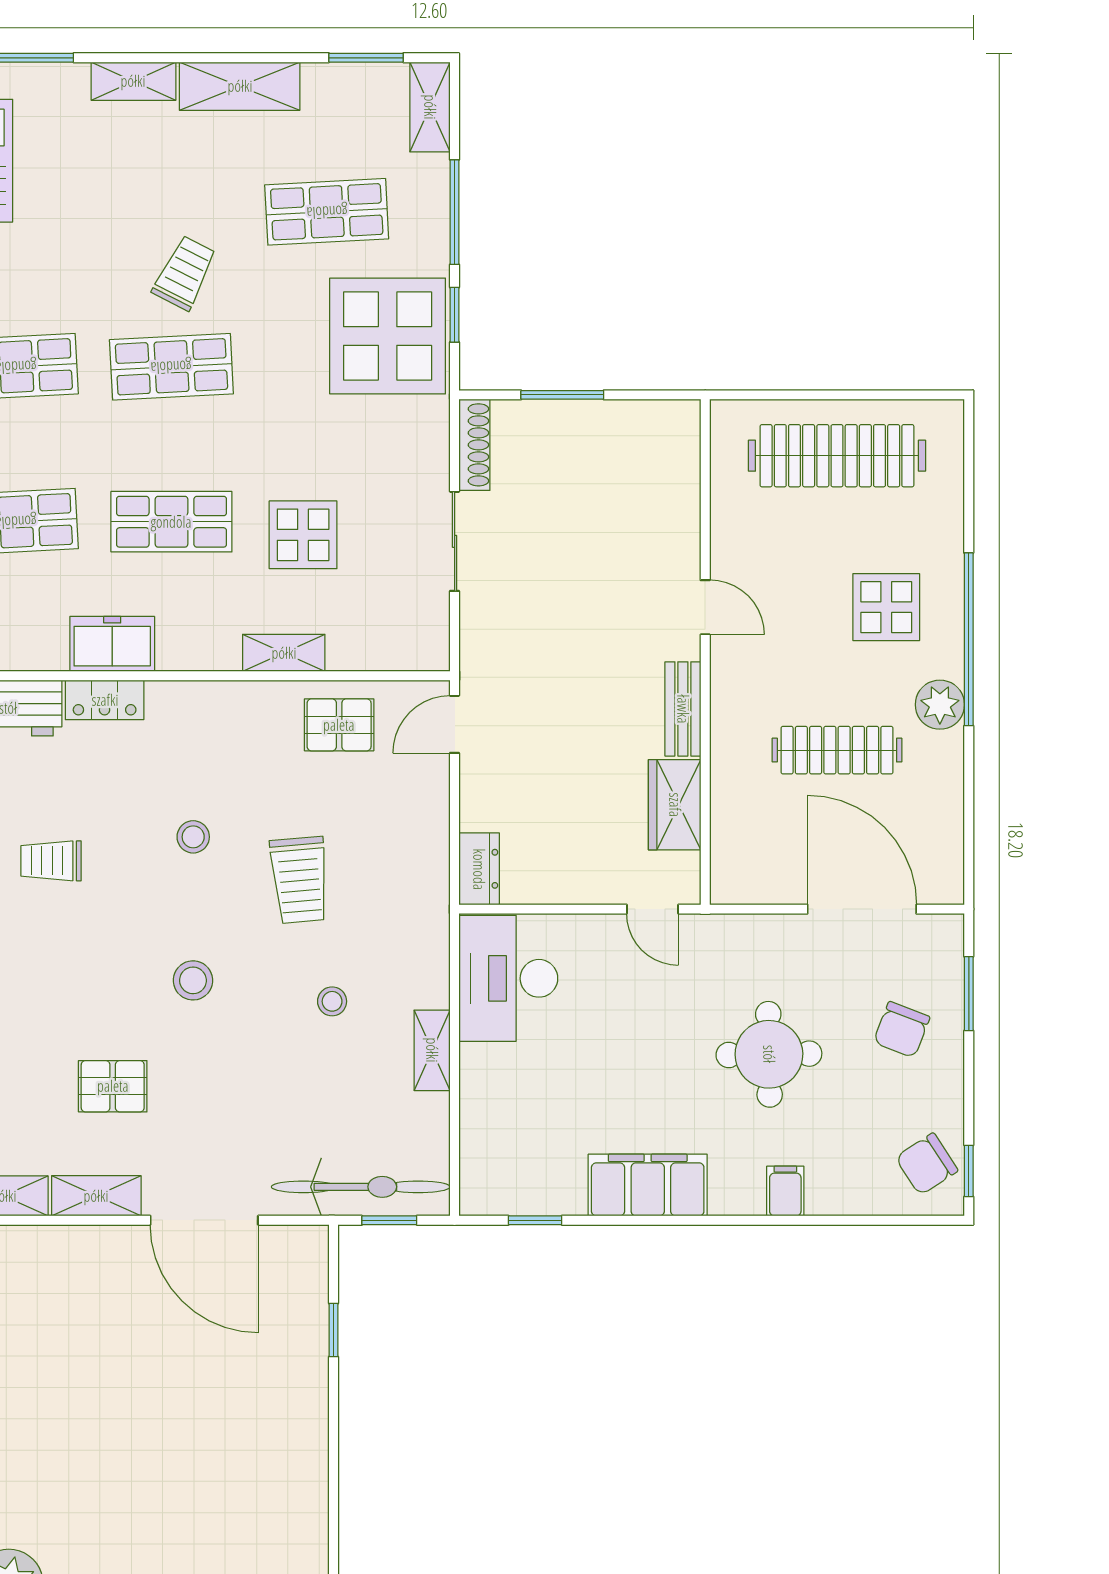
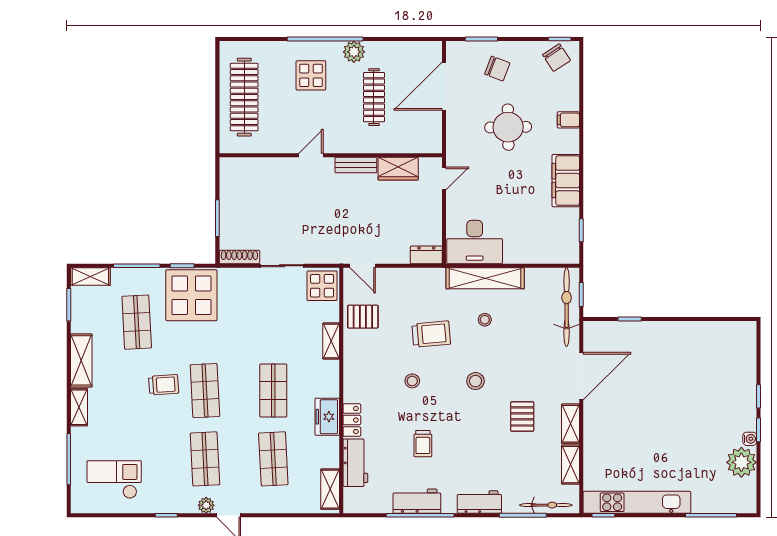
trolley: (185, 273) -> (164, 385), turned 149
display table: (303, 535) -> (322, 286), moved
pallet: (339, 725) -> (363, 317), turned 90
shelving: (432, 1050) -> (485, 278), width x2.20, depth x1.33

